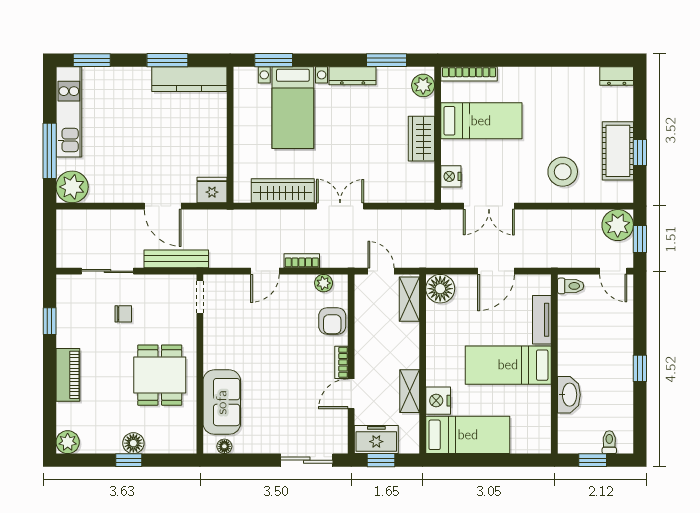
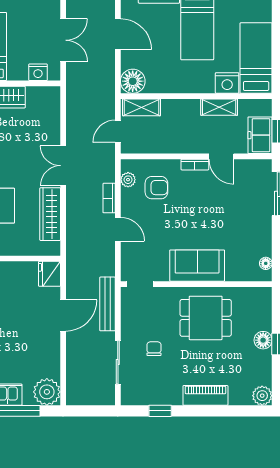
armchair: (332, 321) -> (156, 188), moved
sofa: (222, 402) -> (197, 266), moved

